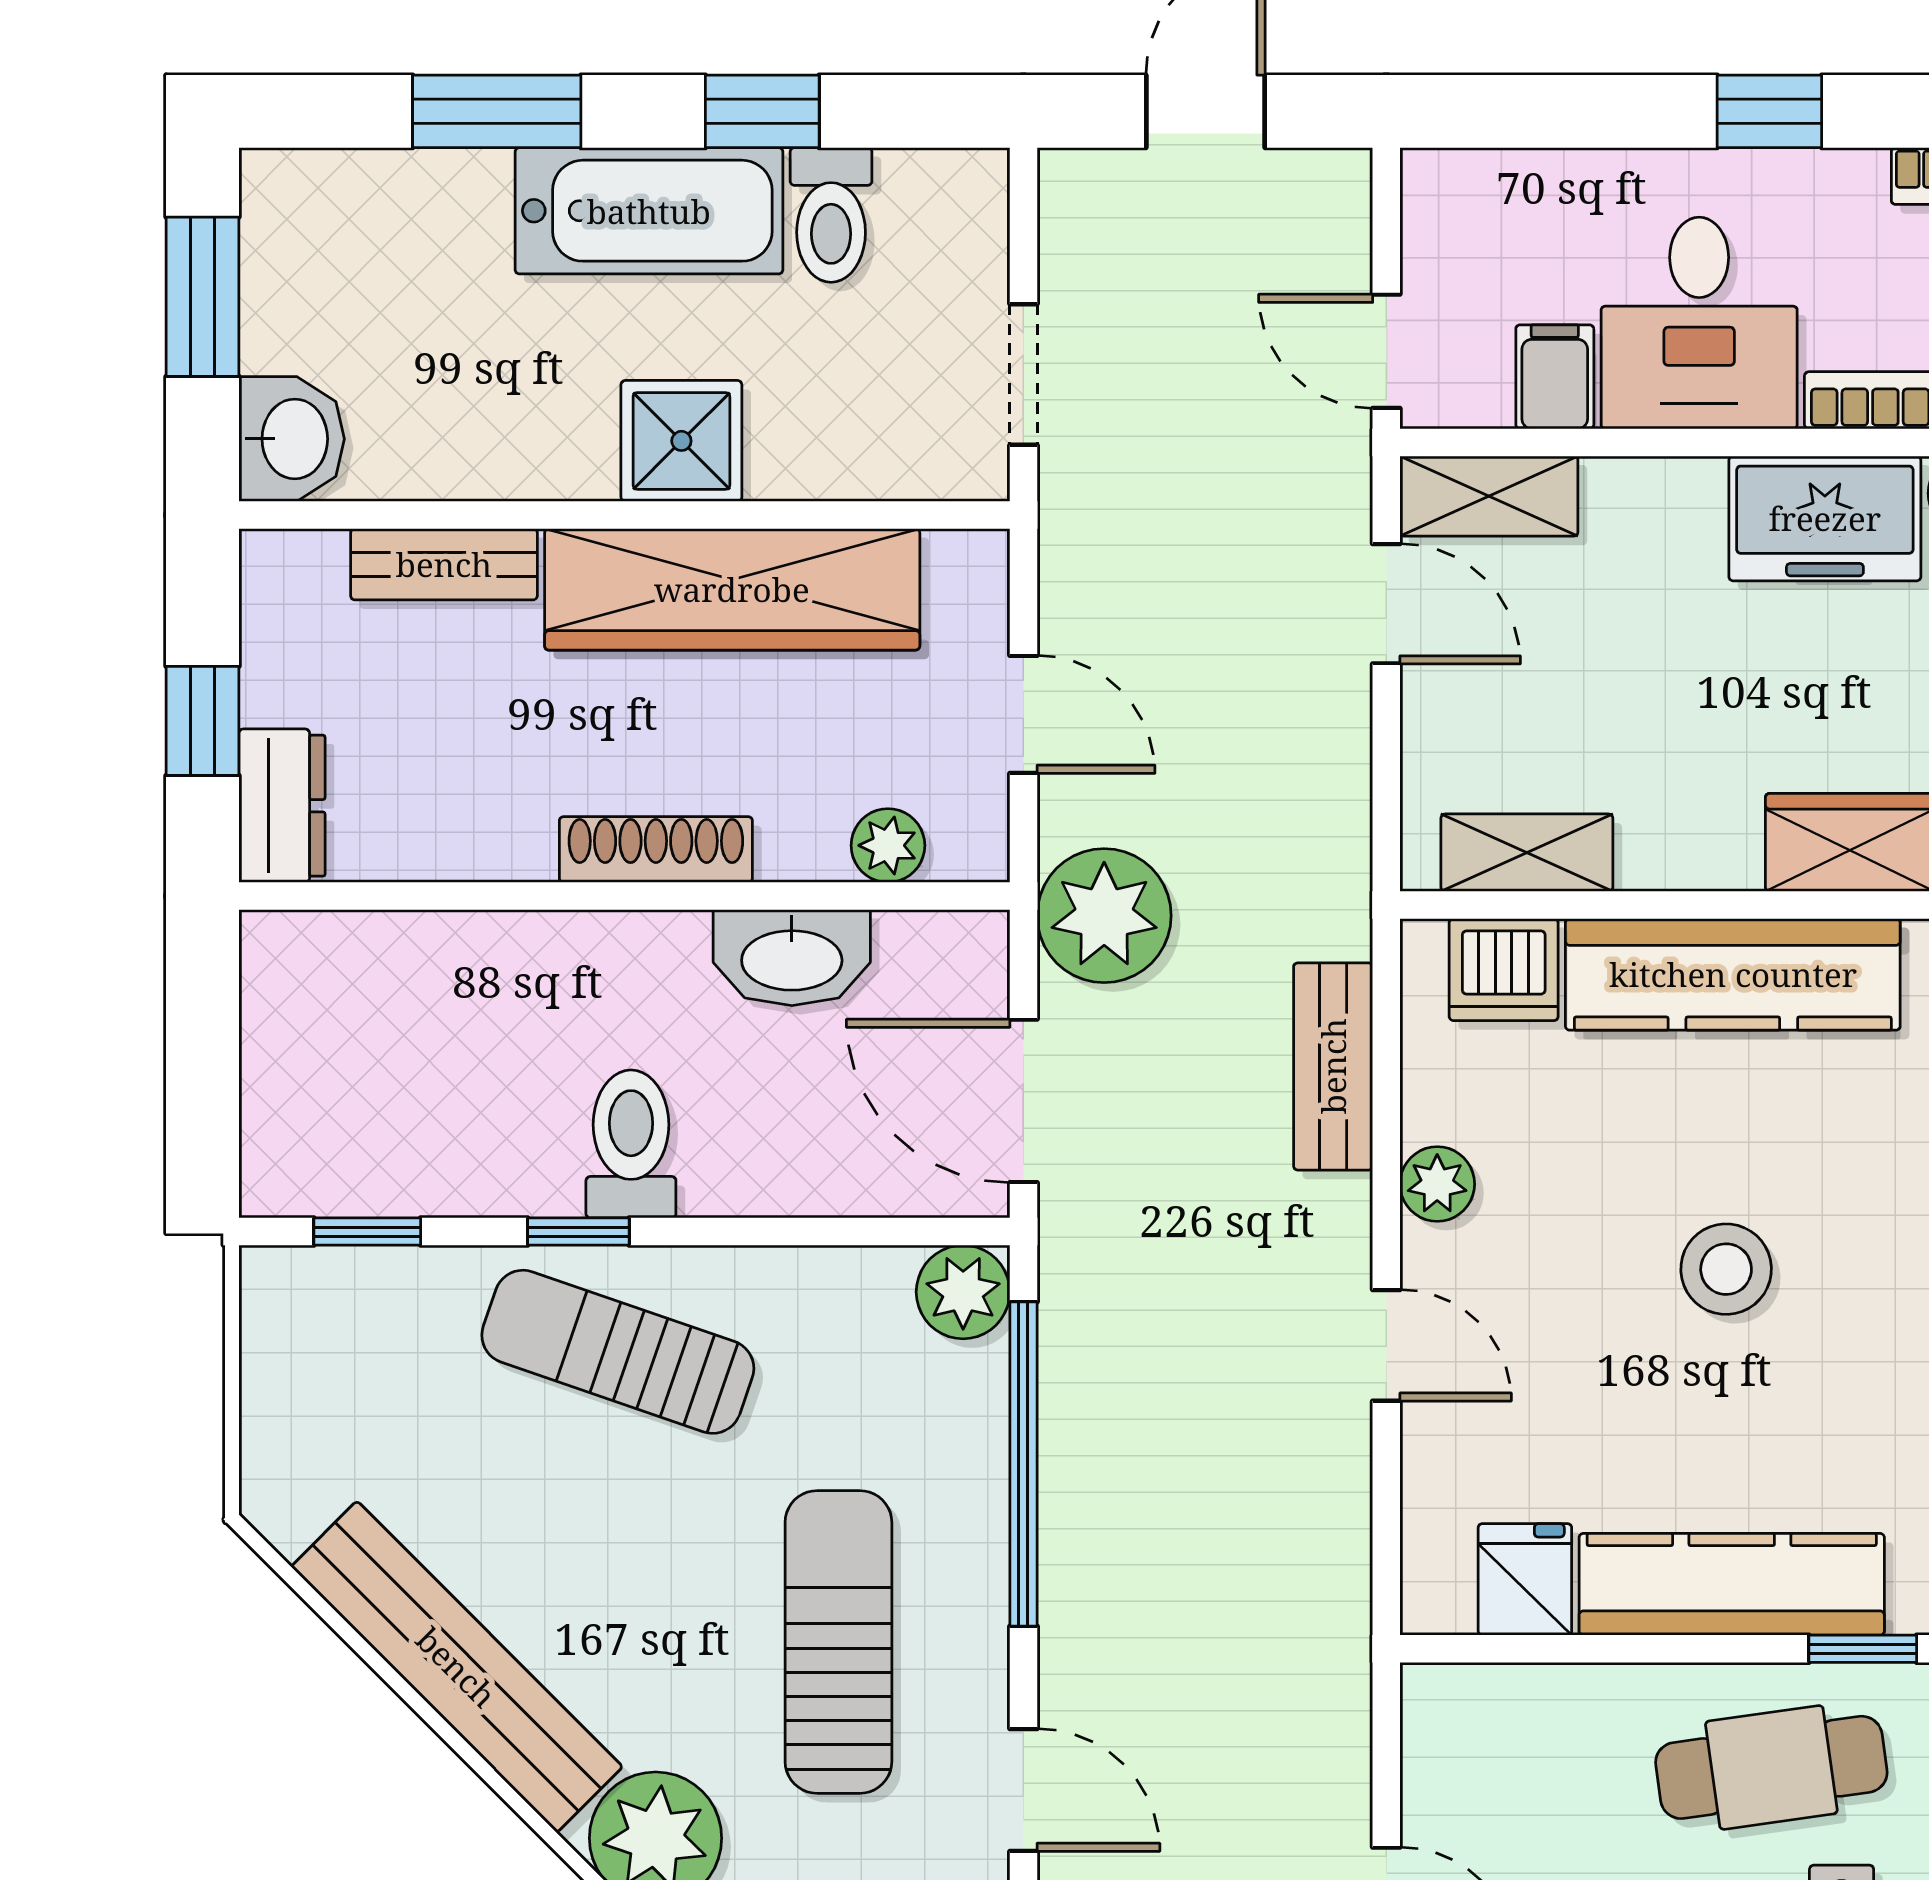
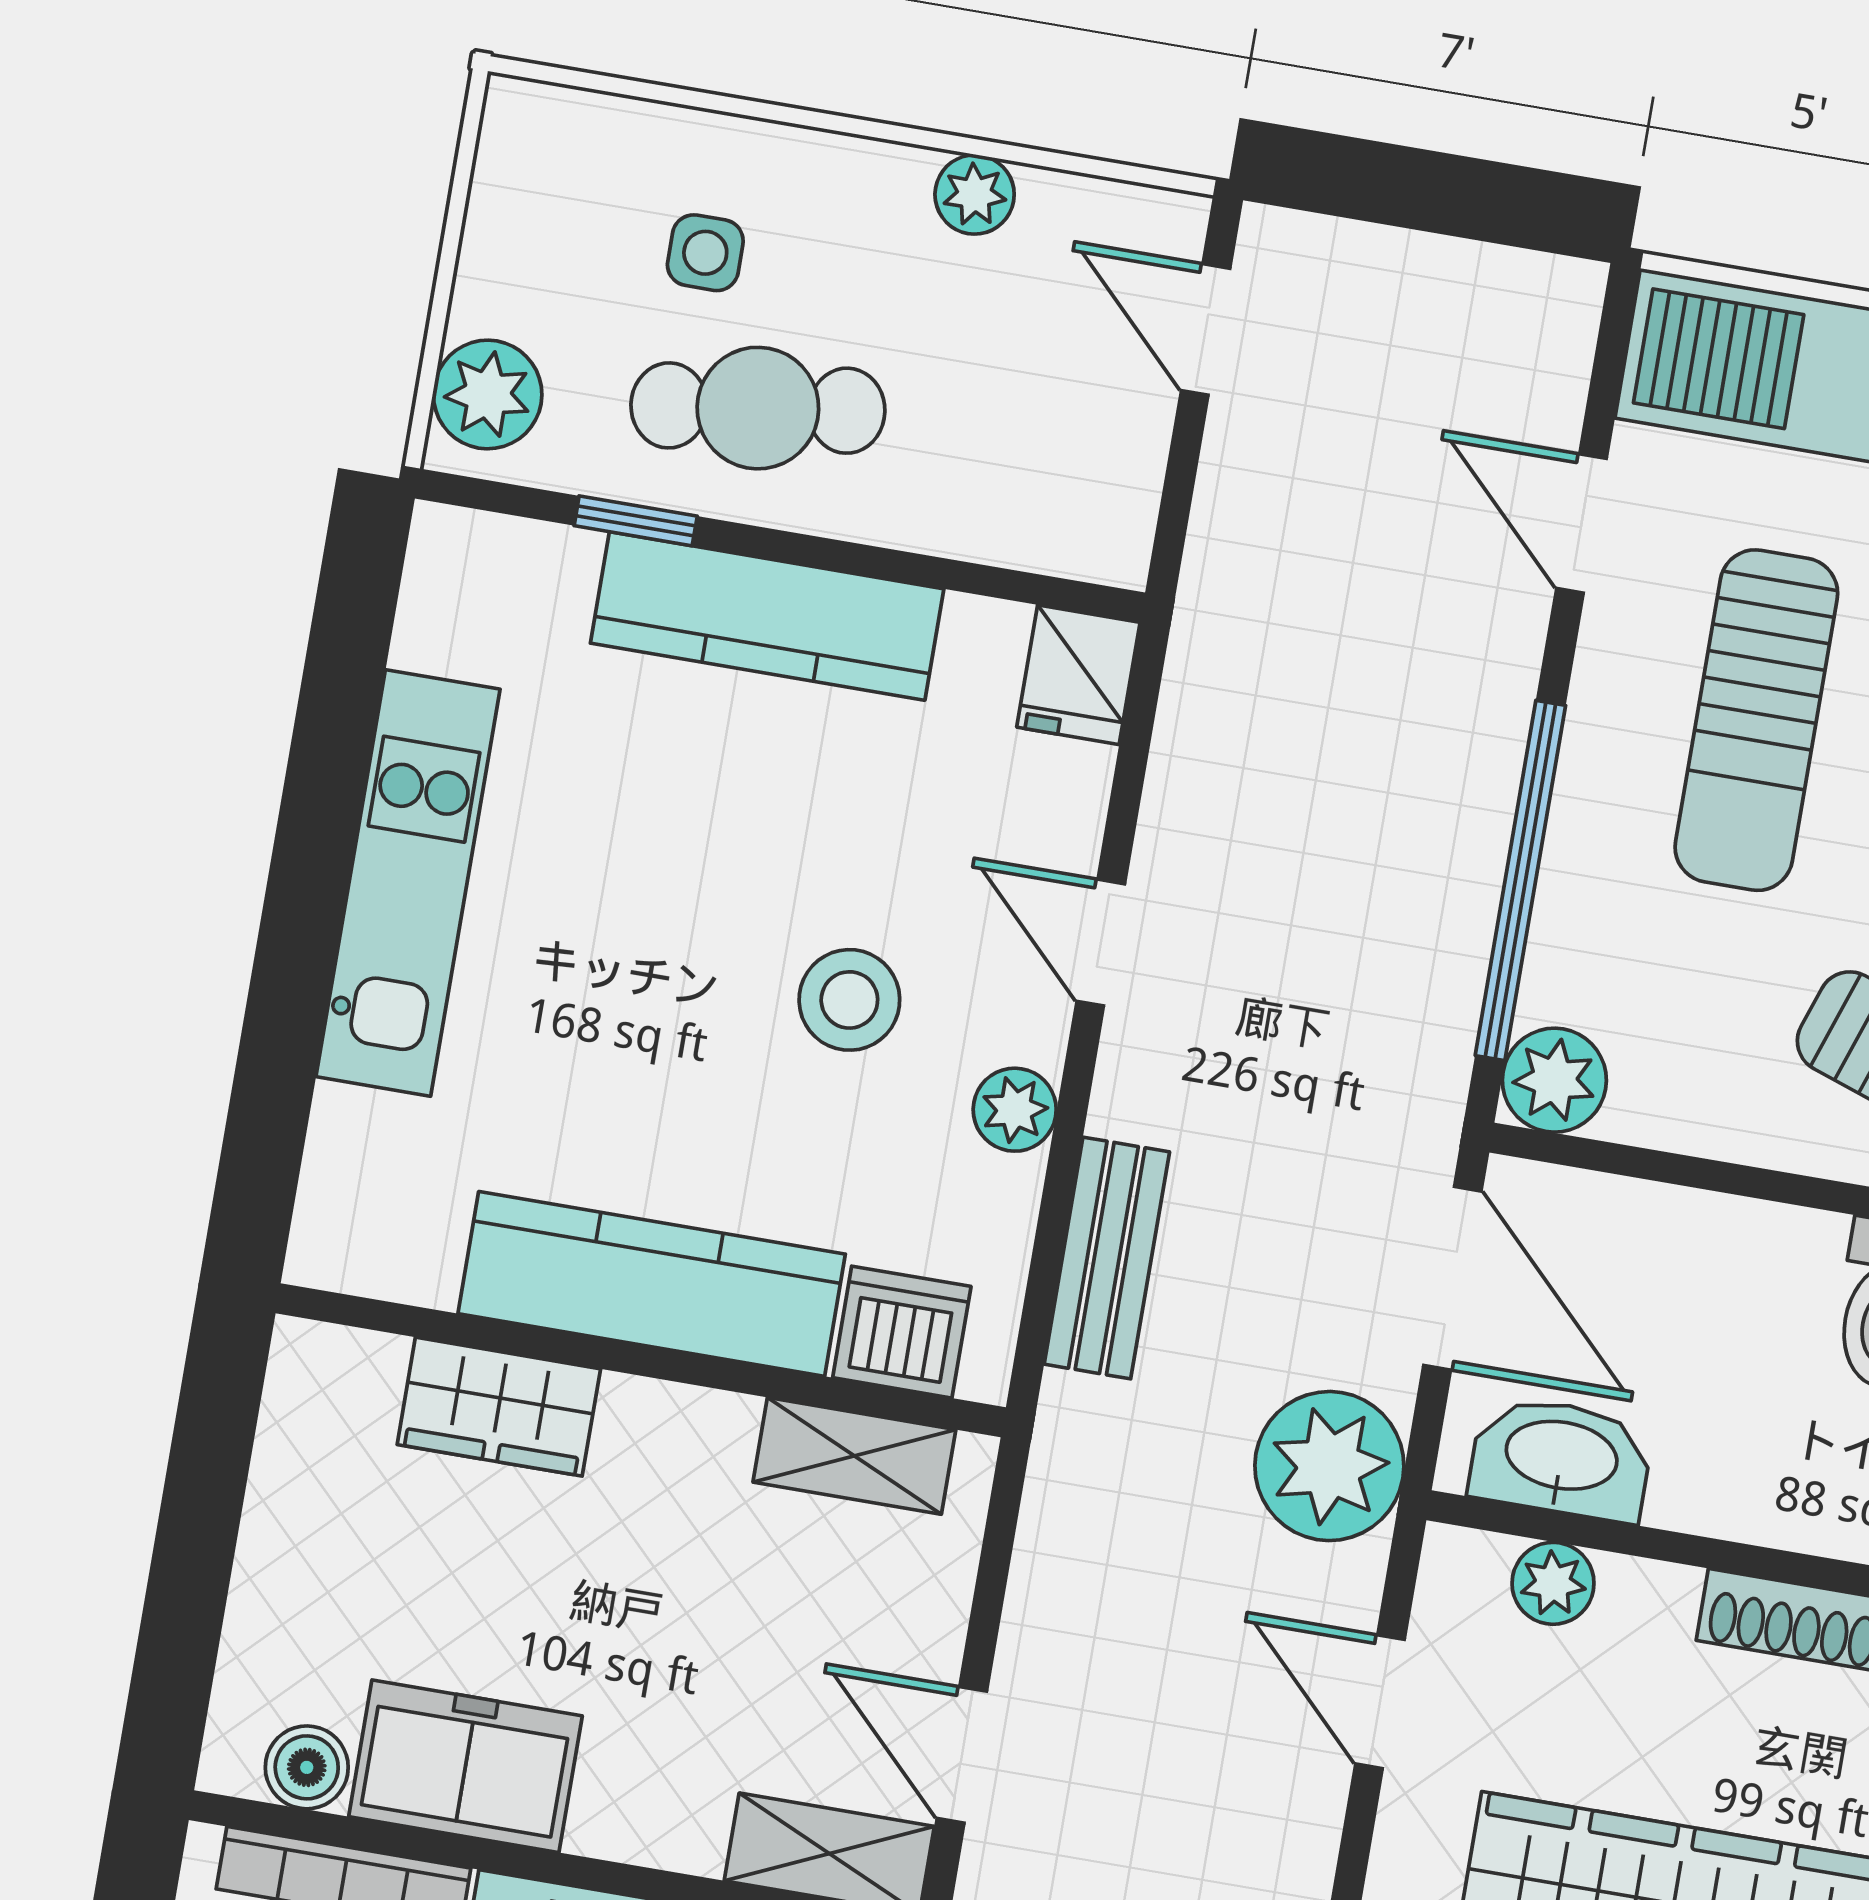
washbasin: (792, 958) -> (1561, 1458), moved
stool: (1726, 1269) -> (849, 1000), moved
fridge: (1525, 1579) -> (1078, 675), moved

